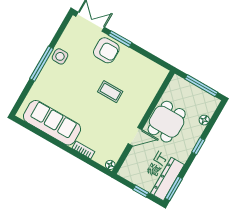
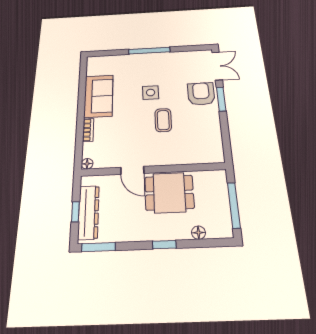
armchair: (106, 50) -> (201, 94), turned 180
side table: (60, 56) -> (151, 93), moved
sofa: (52, 123) -> (99, 96), width x0.73
dresser: (167, 179) -> (89, 212), moved, turned 90

